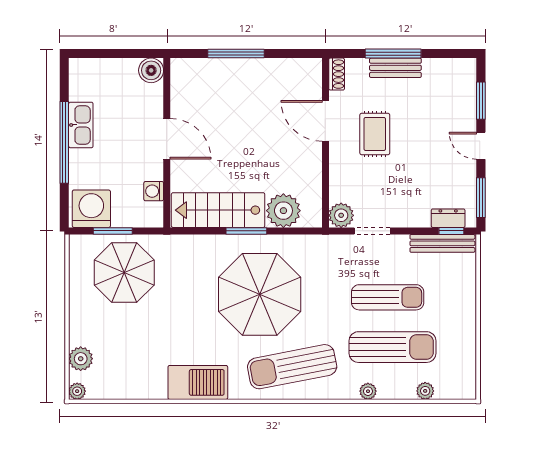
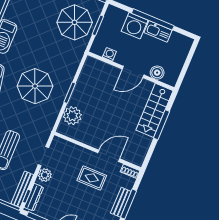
boiler: (151, 70) -> (157, 73), moved
washing machine: (91, 209) -> (135, 26), moved, turned 90
stairs: (218, 210) -> (154, 110), moved, turned 180
plant: (341, 215) -> (45, 175), moved
dresser: (448, 218) -> (34, 197), width x1.44
parasol: (260, 294) -> (35, 86), width x0.73, depth x0.73

